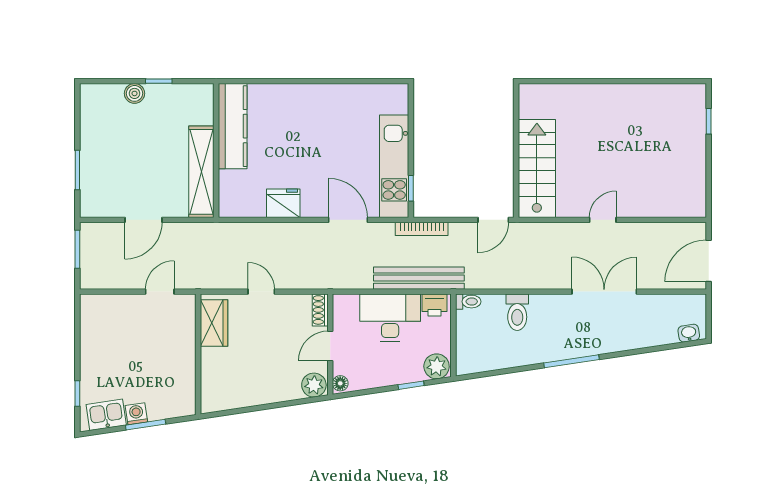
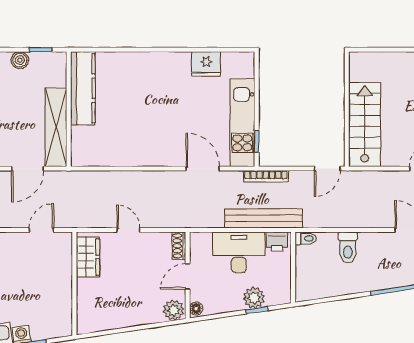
kitchen counter: (233, 126) -> (83, 88), moved
wall: (216, 151) -> (69, 109), moved
shelving: (201, 172) -> (56, 127), moved
fridge: (283, 203) -> (206, 64), moved, turned 180
plant: (437, 366) -> (254, 298), moved

